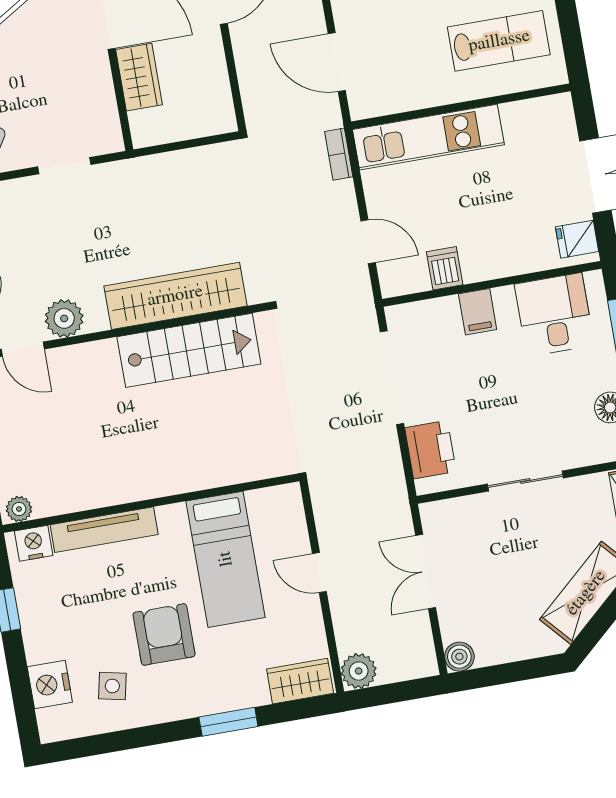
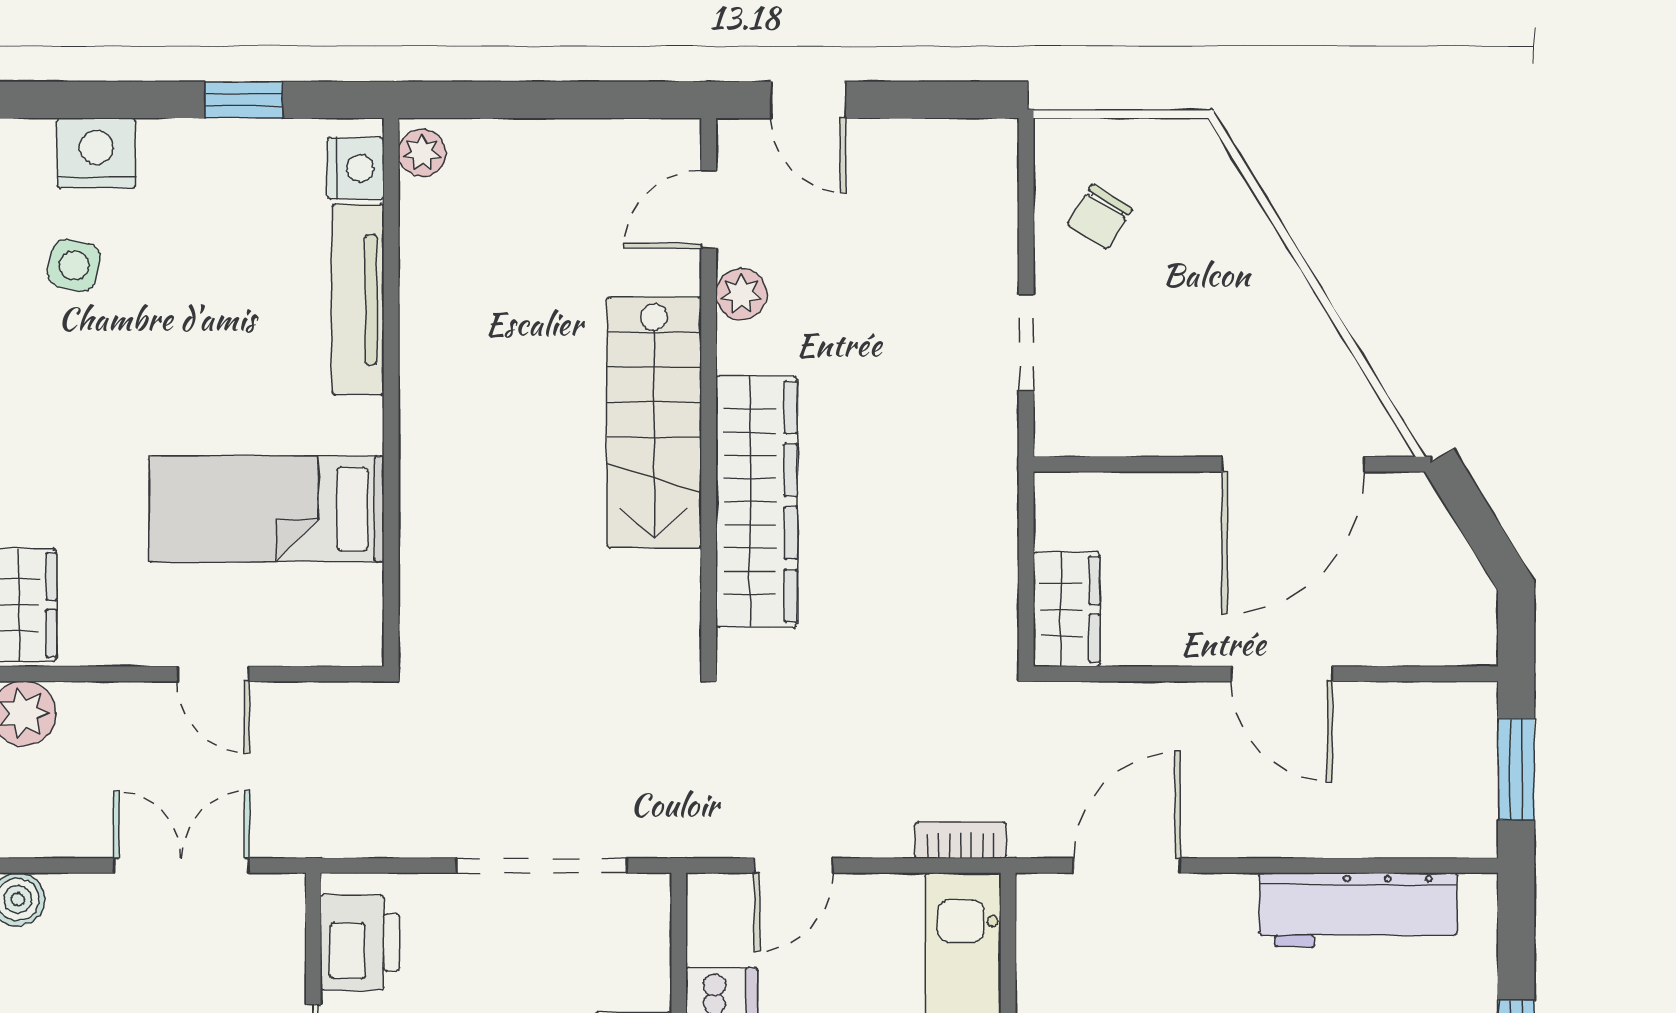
wardrobe: (139, 77) -> (1067, 609), moved, turned -90
plant: (64, 318) -> (741, 294), width x0.73, depth x0.73
stairs: (189, 350) -> (654, 422), moved
printer: (430, 450) -> (360, 942), moved, turned -90
door: (319, 573) -> (213, 674), swing flipped
armchair: (164, 634) -> (150, 375), removed

